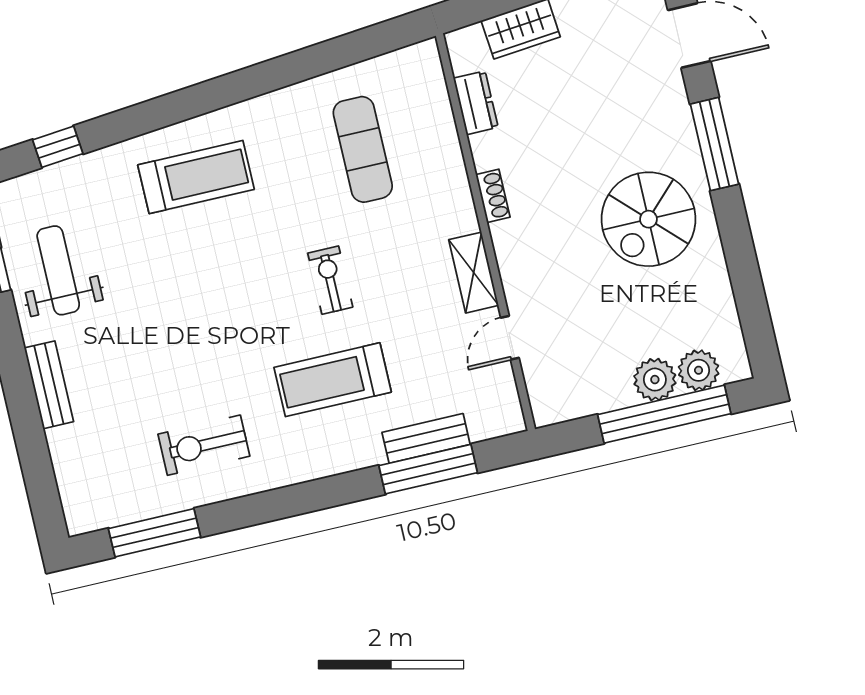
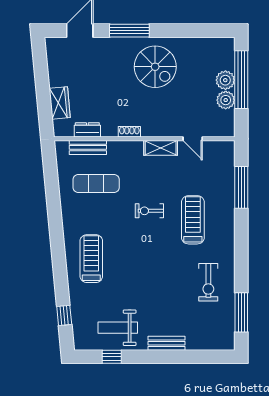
plant: (699, 370) -> (226, 100), moved
treadmill: (333, 380) -> (193, 220), turned 180
bench: (426, 438) -> (88, 147), moved, turned 90

